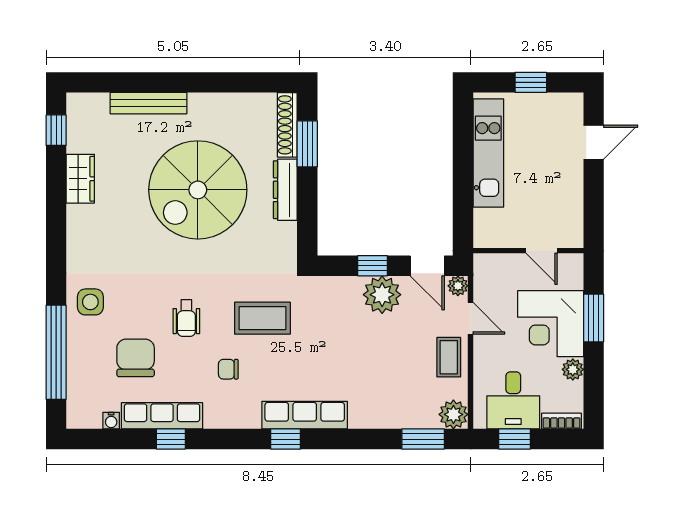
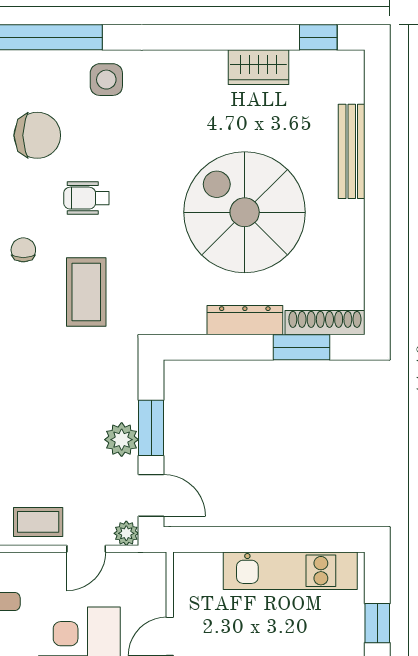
window: (372, 266) -> (151, 428), width x1.50
door: (427, 266) -> (151, 495), swing flipped
plant: (382, 295) -> (122, 440), width x0.73, depth x0.73

